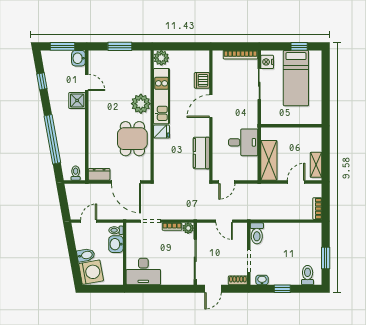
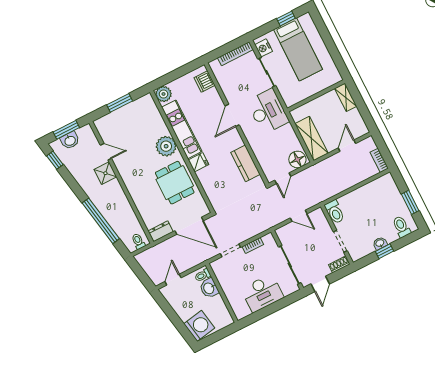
washbasin: (78, 58) -> (70, 140), moved, turned -90
dishwasher: (202, 80) -> (204, 81), moved
window: (42, 81) -> (55, 160), moved
desk: (243, 142) -> (268, 111), moved, width x1.37
shelving: (316, 165) -> (346, 97), moved
floor lamp: (248, 172) -> (297, 159), added
plant: (188, 228) -> (269, 239), removed
bidet: (86, 255) -> (186, 313), removed
desk: (143, 271) -> (262, 293), moved
washbasin: (262, 280) -> (380, 243), moved

